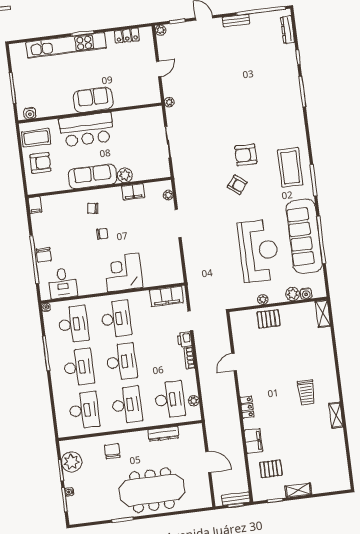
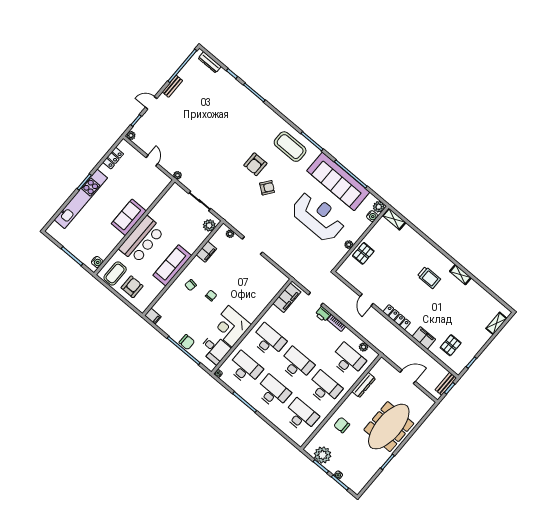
plant: (125, 175) -> (209, 225), moved
corner desk: (123, 272) -> (230, 326), moved
plant: (293, 294) -> (379, 207), moved
locker: (247, 407) -> (397, 317), width x1.53
shelving: (298, 490) -> (496, 323), moved

